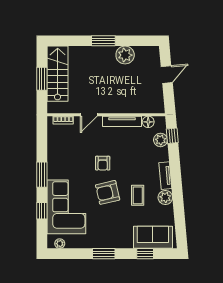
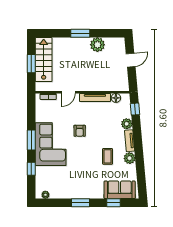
plant: (161, 140) -> (127, 124), moved
armchair: (108, 192) -> (84, 154), removed
corner sofa: (66, 207) -> (51, 144), moved

